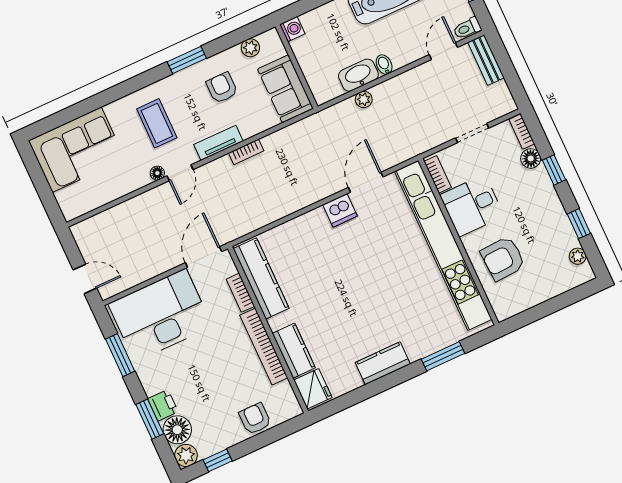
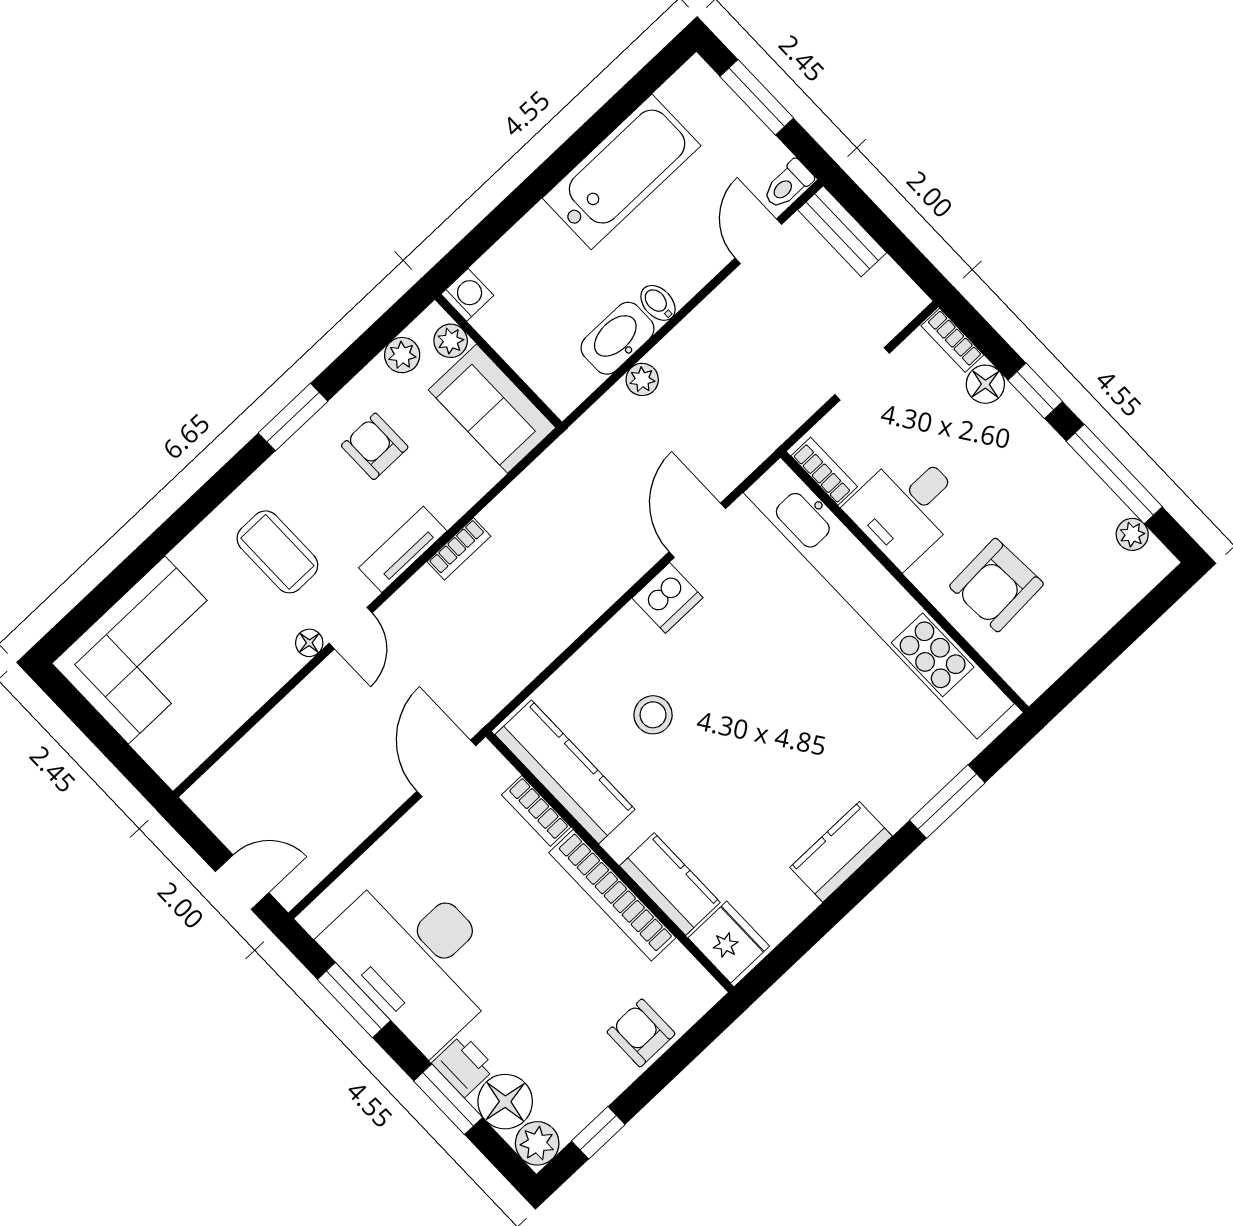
plant: (276, 49) -> (451, 341), added
window: (579, 224) -> (1114, 474), width x2.17
stool: (314, 265) -> (653, 715), added
desk: (160, 315) -> (417, 957), moved, turned -90

